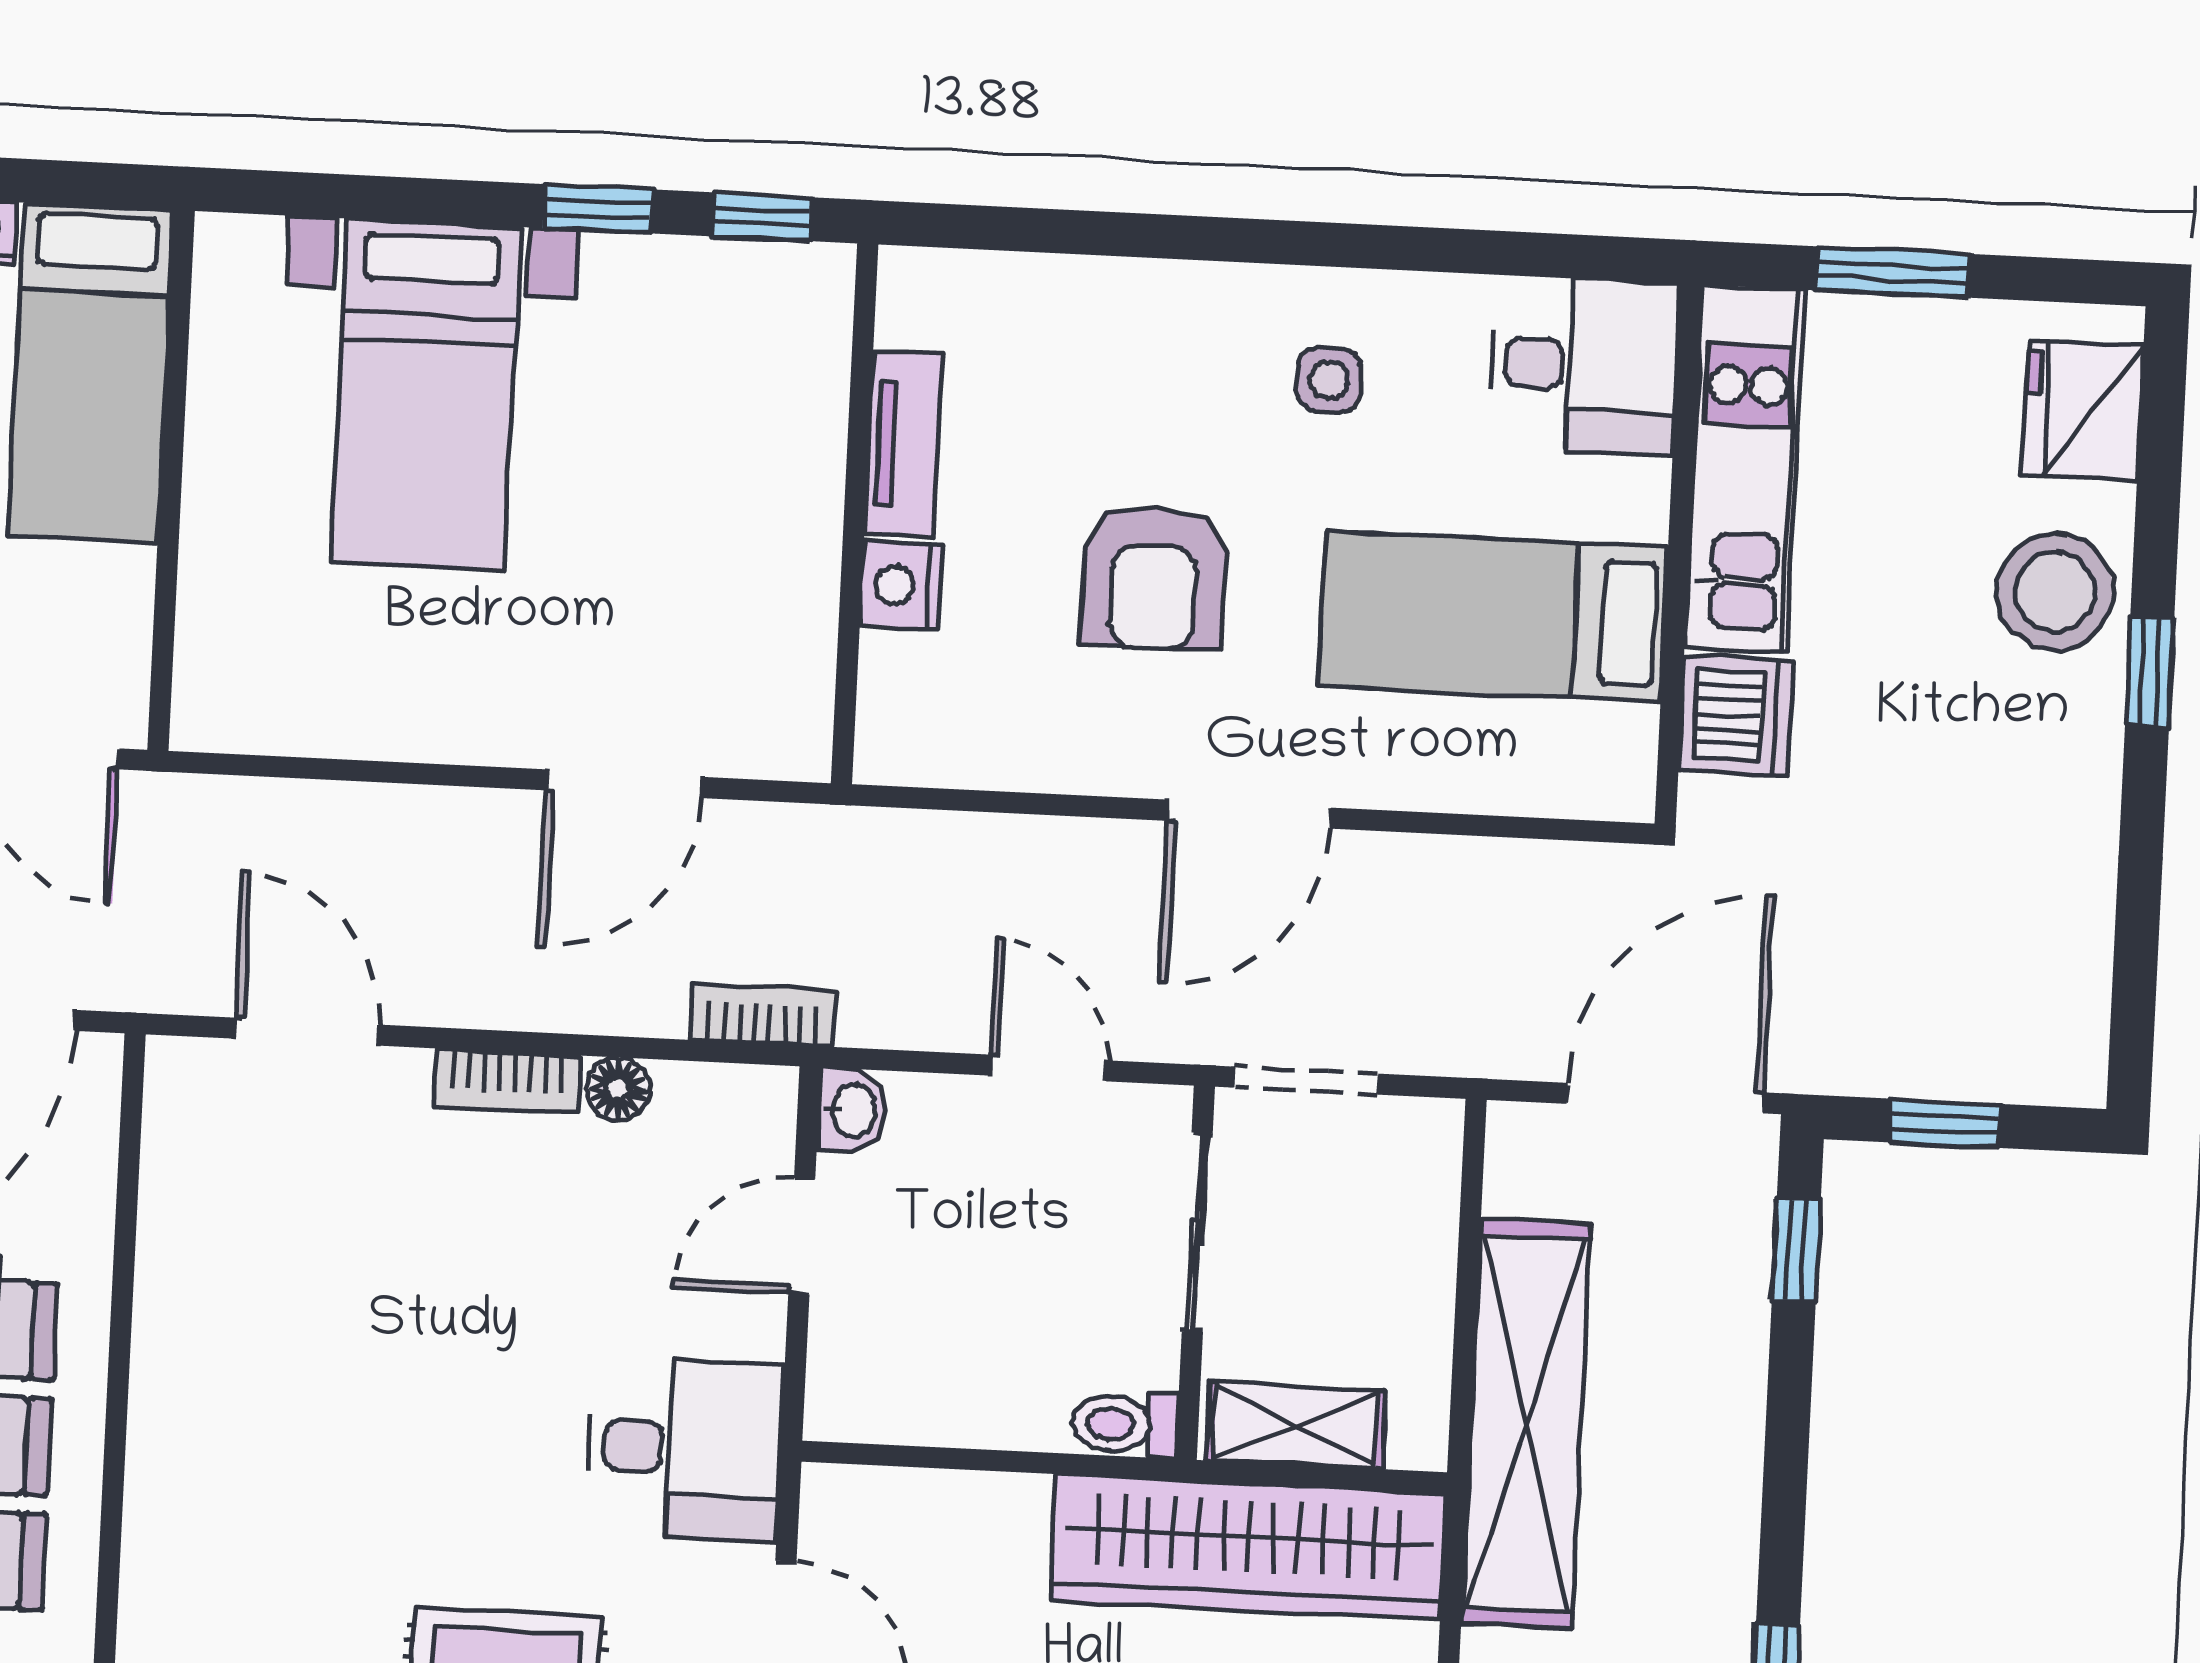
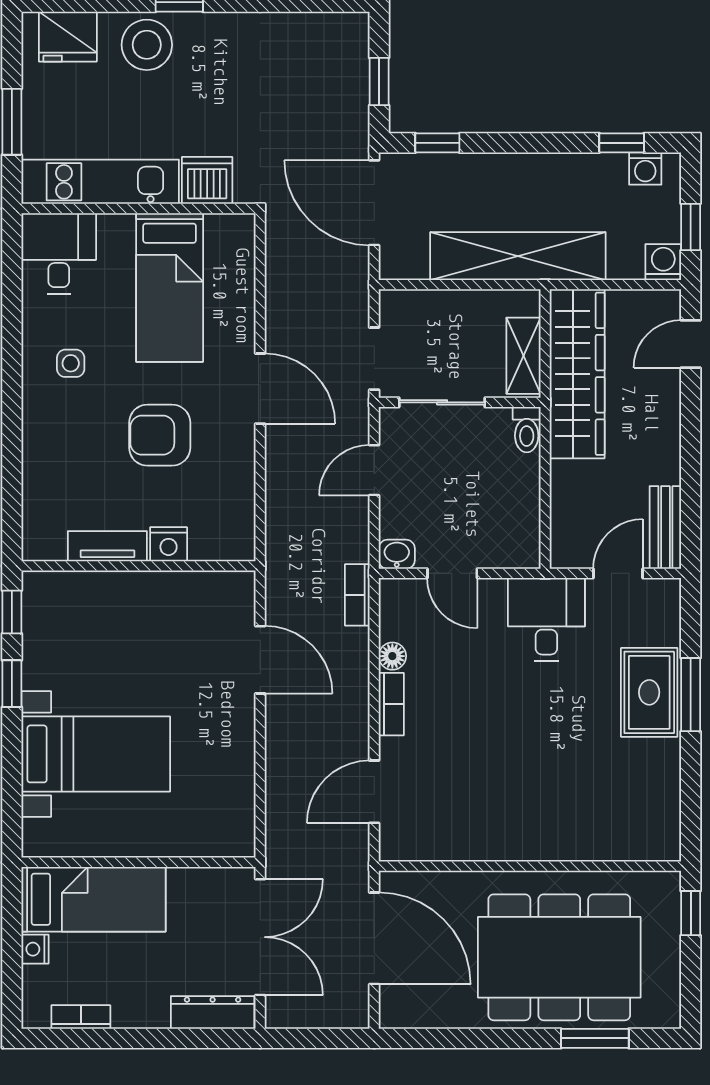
armchair: (1154, 577) -> (160, 435), turned 180

